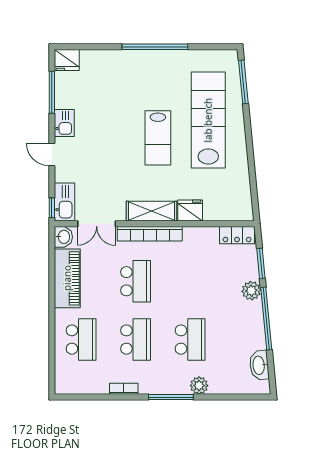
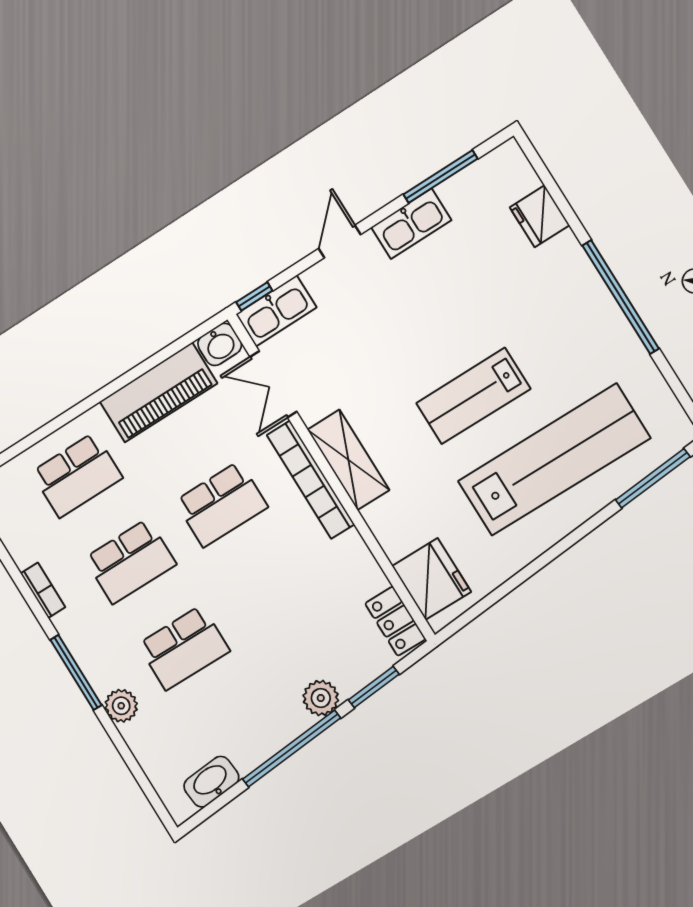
fridge: (67, 60) -> (540, 216), moved
kitchen sink: (64, 123) -> (411, 224), width x1.38
fridge: (190, 211) -> (432, 579), moved, width x1.36, depth x1.34

